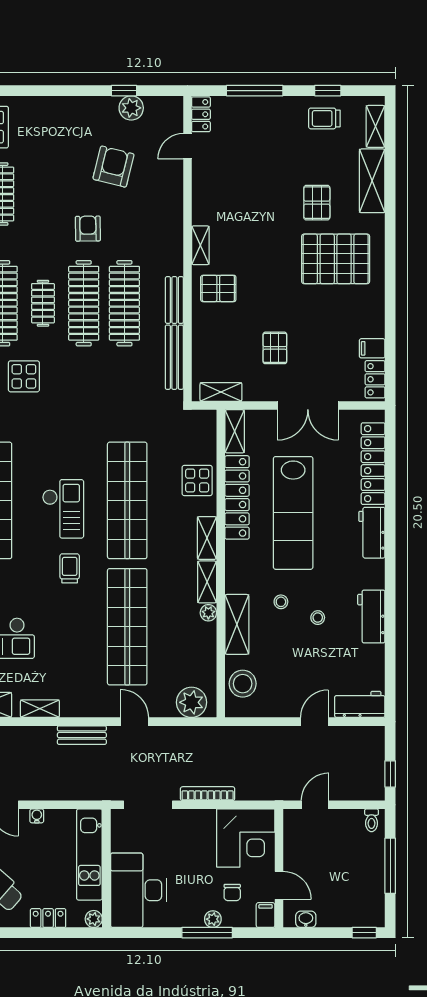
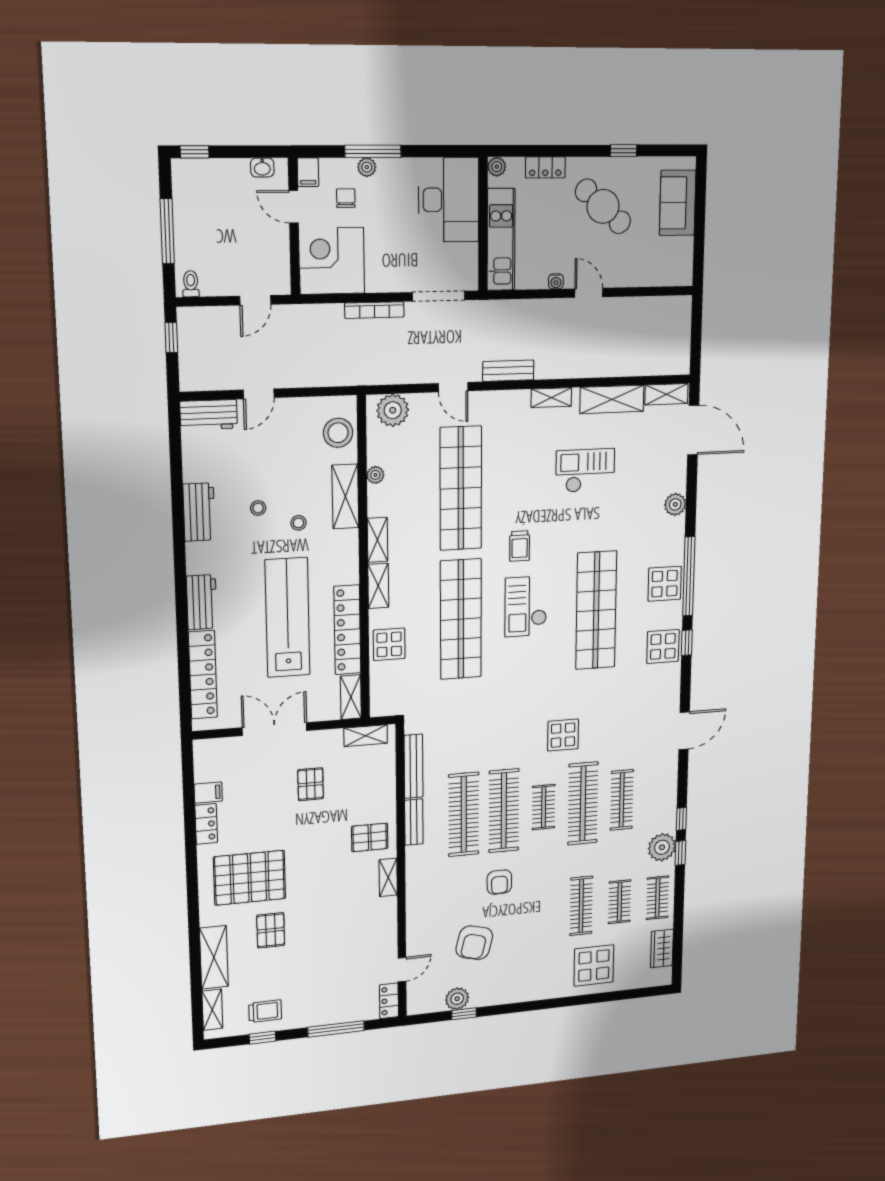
locker: (375, 379) -> (206, 824), moved
plant: (208, 613) -> (375, 475), moved

